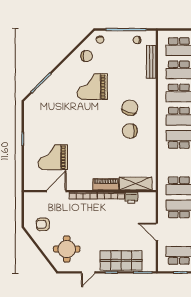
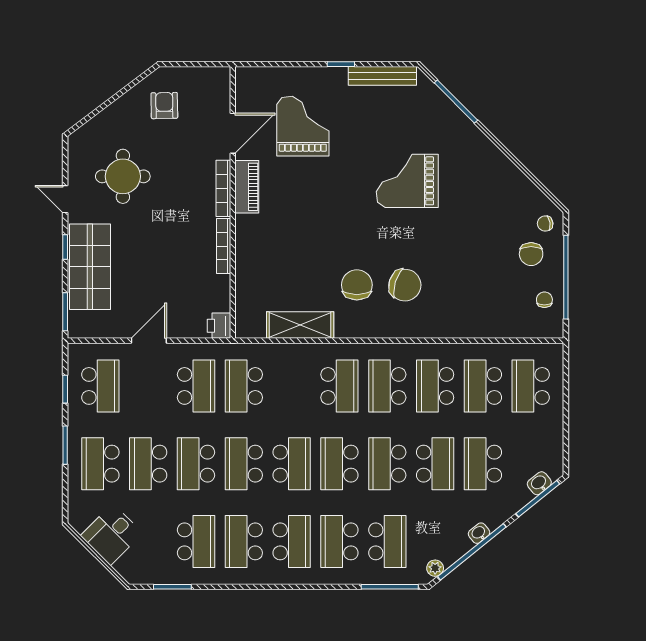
chair: (87, 56) -> (531, 254), moved
bench: (151, 62) -> (382, 76), moved
grand piano: (92, 87) -> (407, 181), moved, turned -90
piano: (106, 184) -> (247, 187), moved
shelving: (136, 184) -> (300, 325), moved, turned 90
door: (56, 191) -> (233, 133), hinge flipped
printer: (131, 198) -> (219, 326), moved
round table: (67, 249) -> (123, 176), moved

